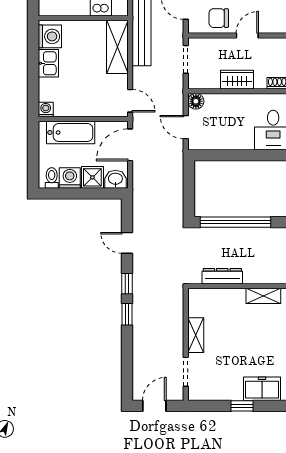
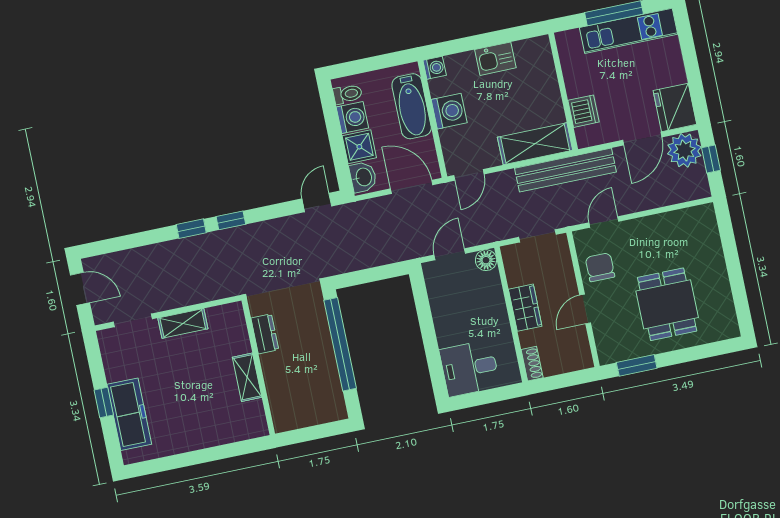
washing machine: (50, 36) -> (449, 111), moved, turned -90
door: (247, 36) -> (585, 309), swing flipped
door: (127, 243) -> (317, 202), moved
dresser: (222, 276) -> (265, 334), width x0.70
shelving: (263, 296) -> (247, 377), moved
freezer: (262, 389) -> (129, 414), width x1.40

